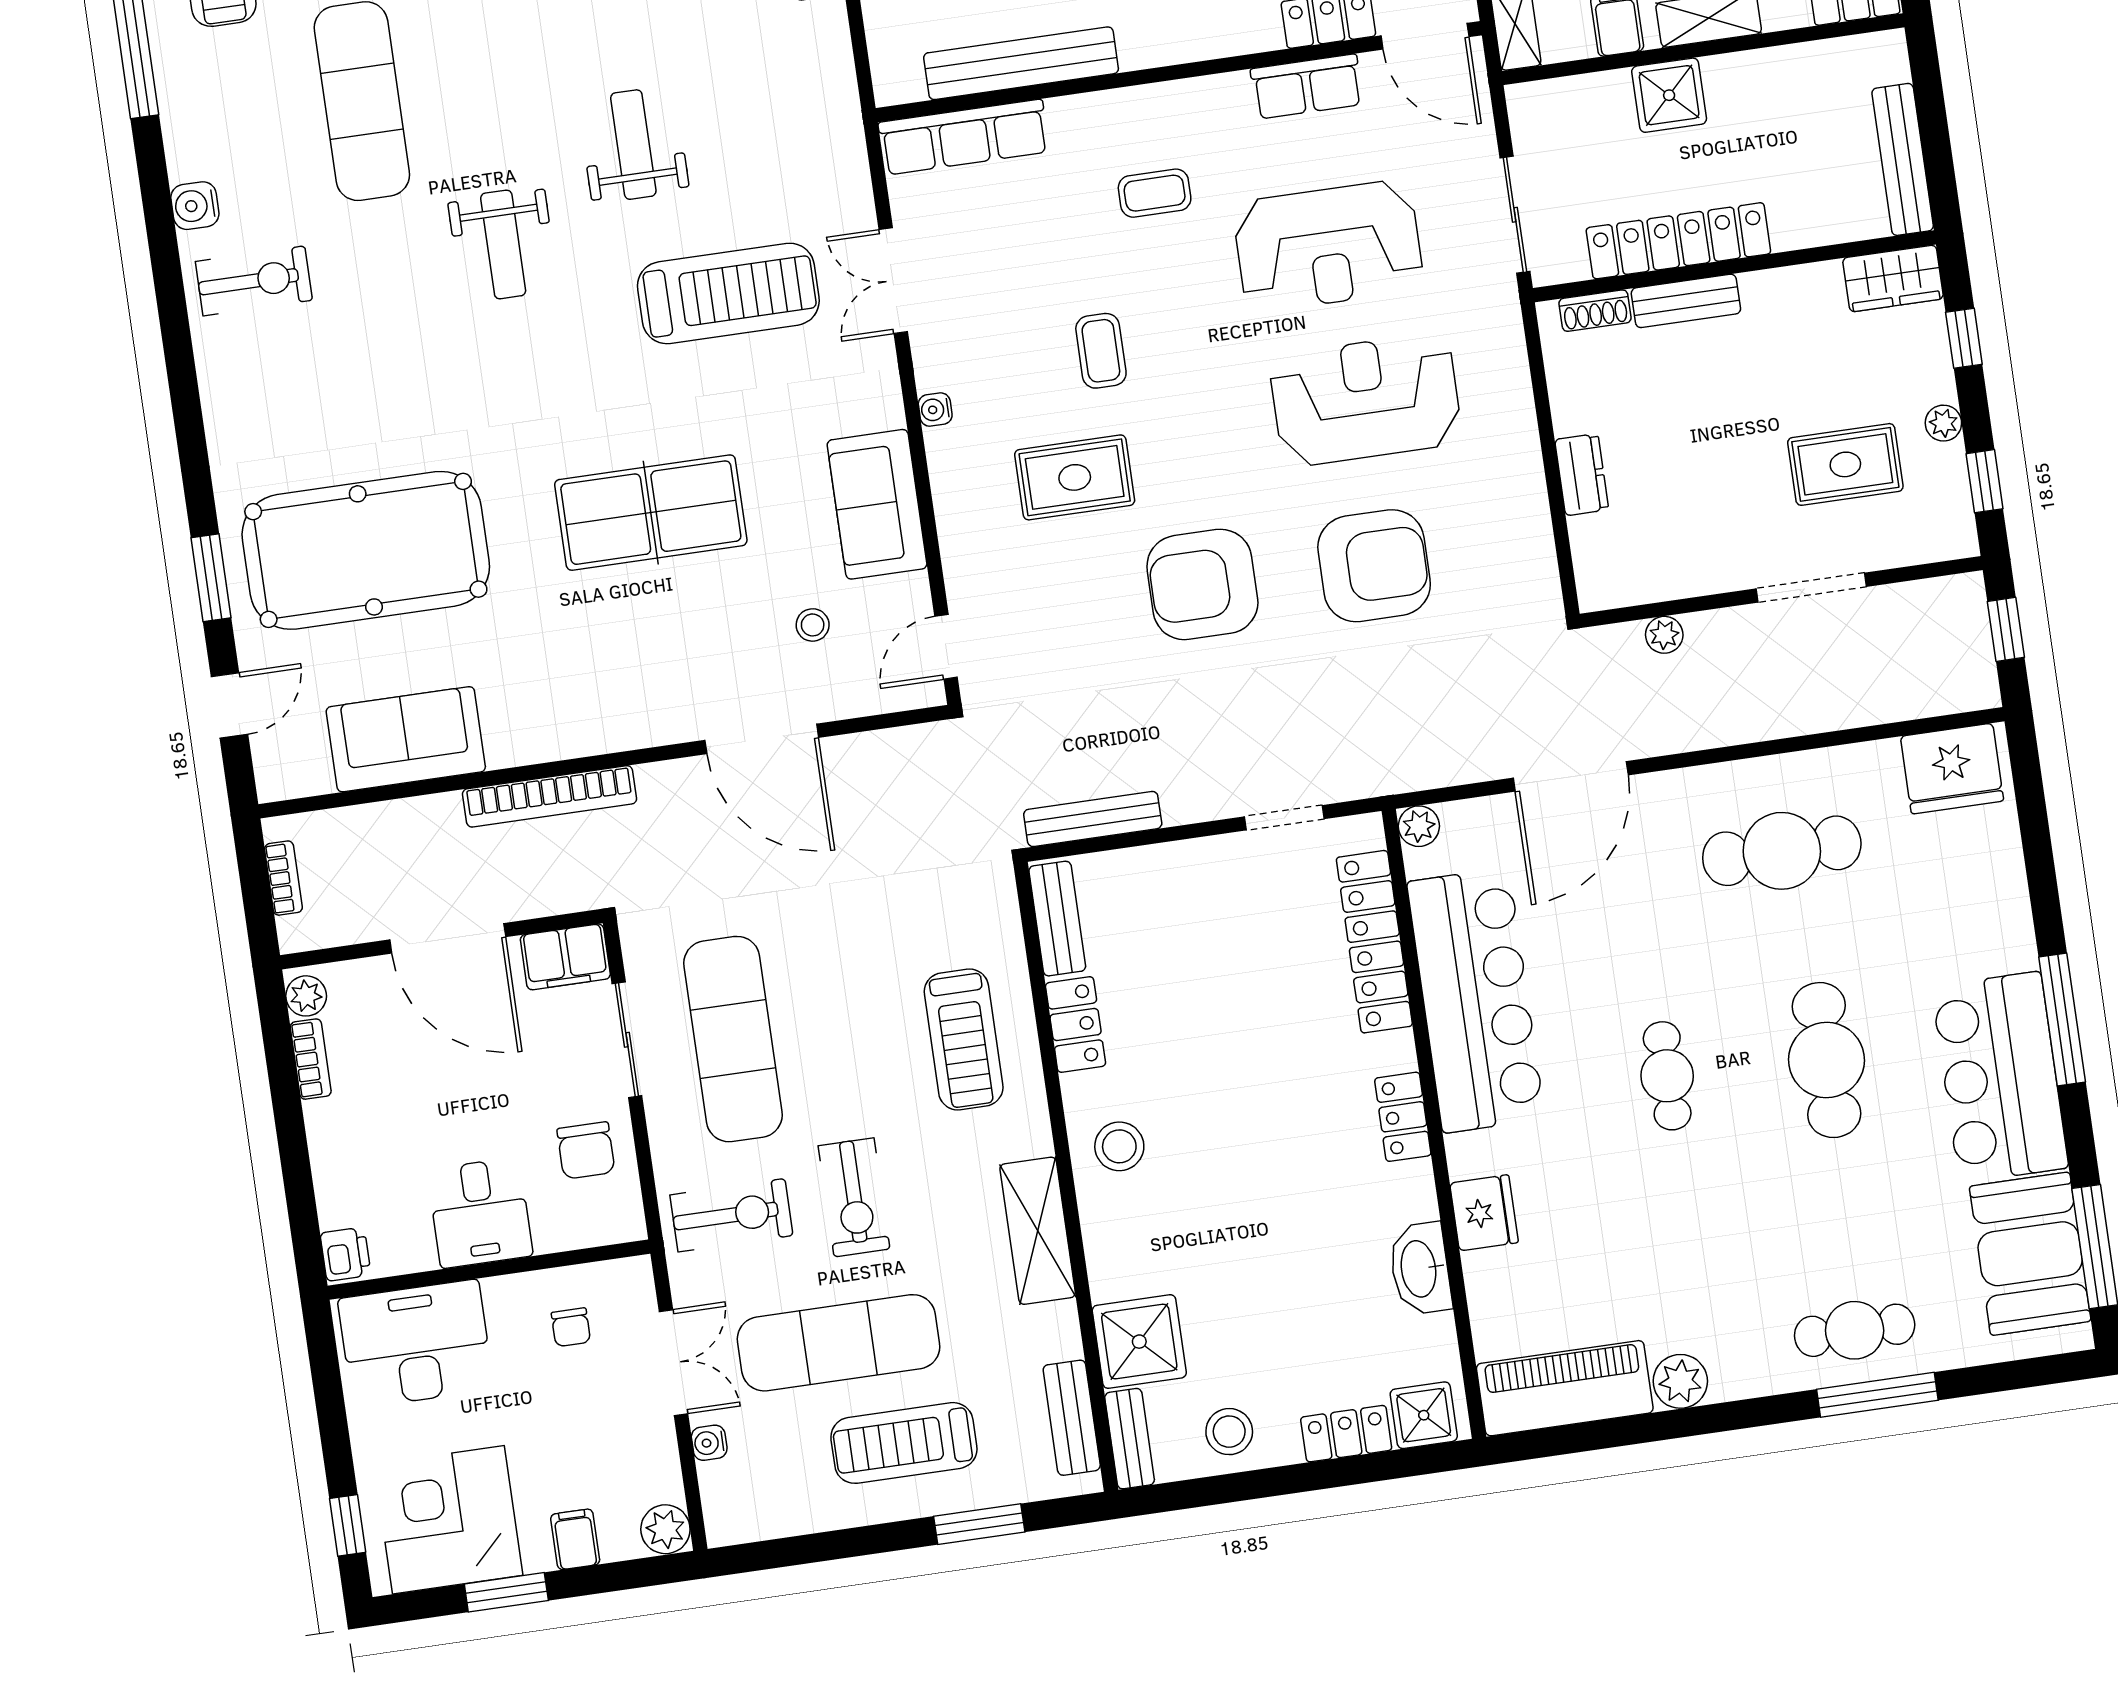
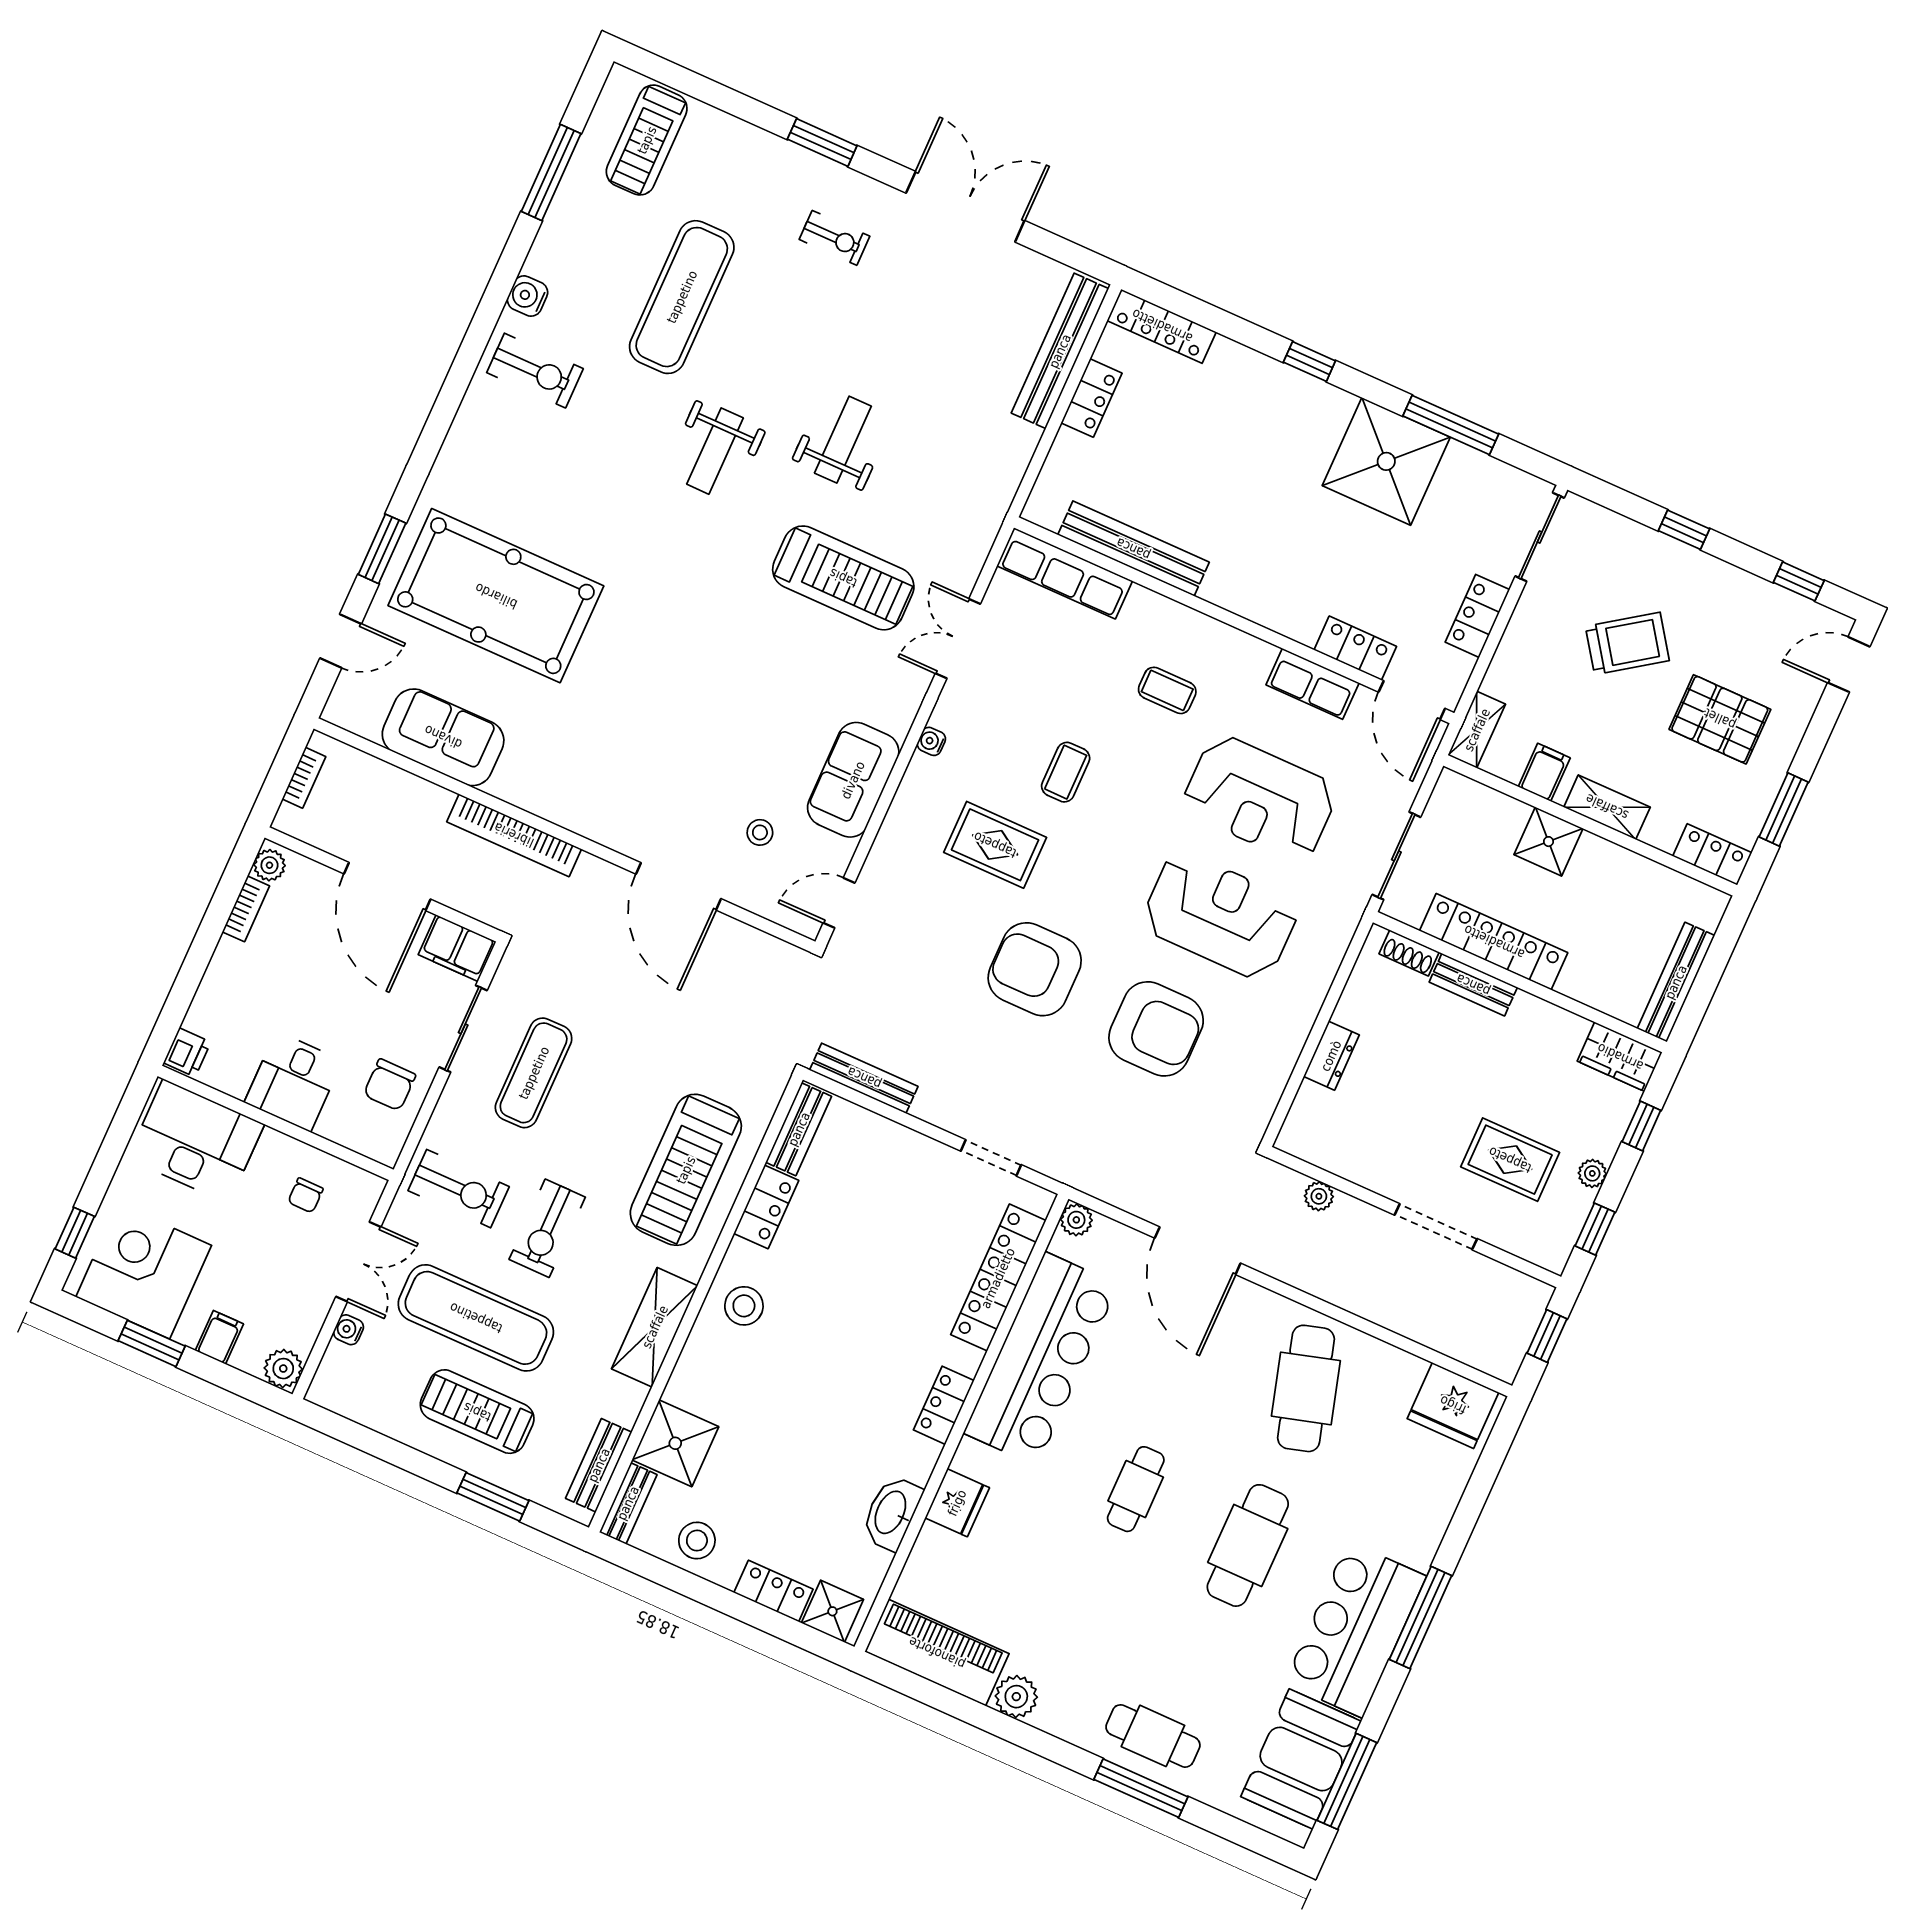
table tennis table: (651, 513) -> (700, 690), removed
door: (1571, 776) -> (1198, 1251), hinge flipped
cafe table: (1782, 851) -> (1306, 1388), turned 74
exercise mat: (733, 1039) -> (534, 1073), width x0.73, depth x0.69
treadmill: (964, 1039) -> (686, 1170), width x1.37, depth x1.38

